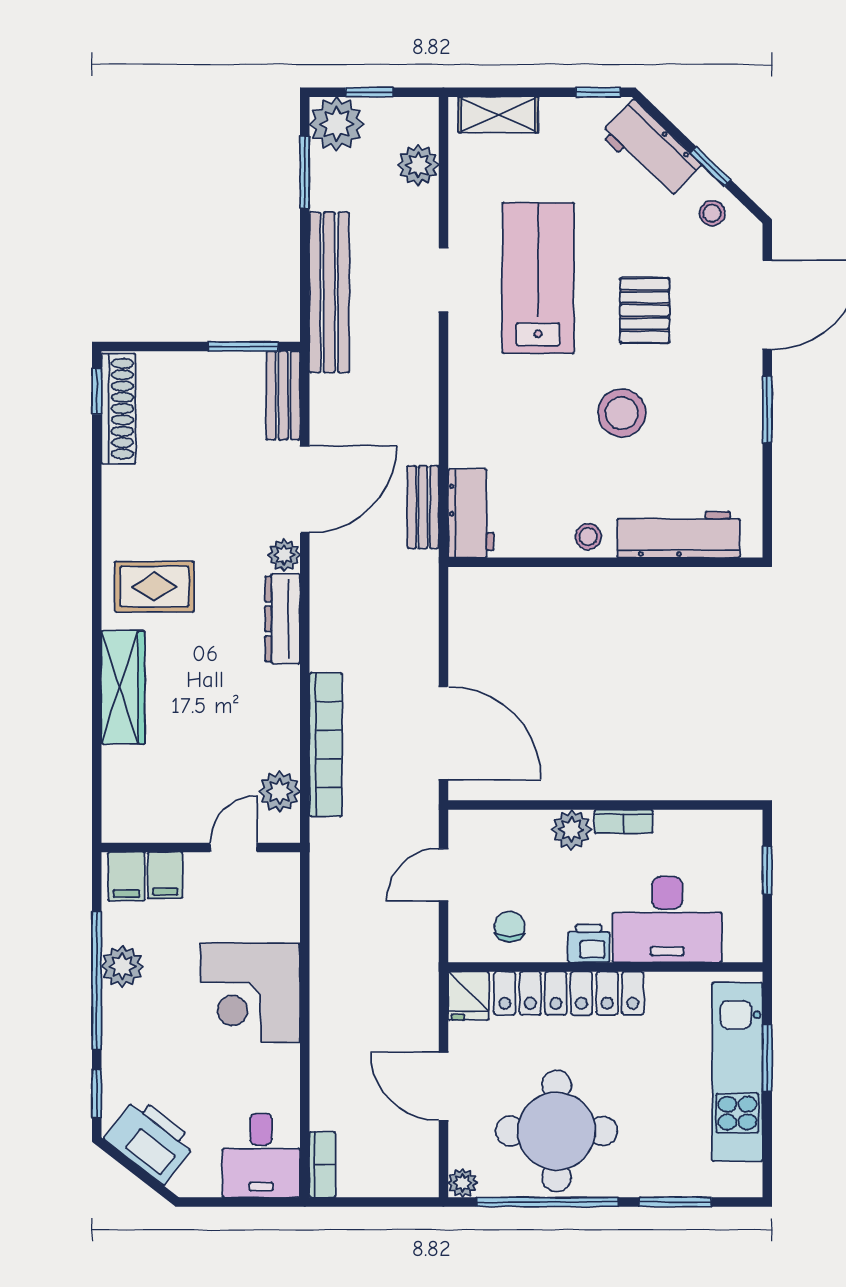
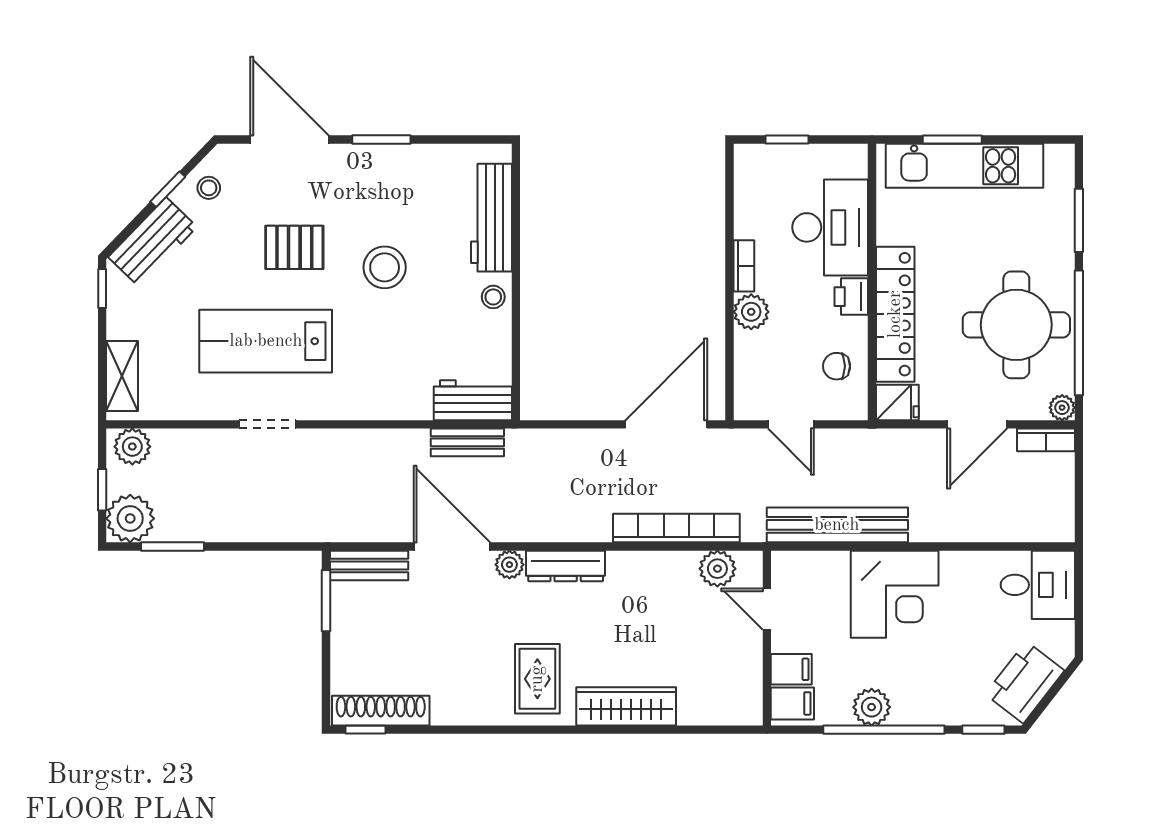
plant: (418, 165) -> (132, 447), moved
bench: (329, 292) -> (837, 525), moved
bookcase: (322, 1165) -> (1046, 440), moved, turned 180

